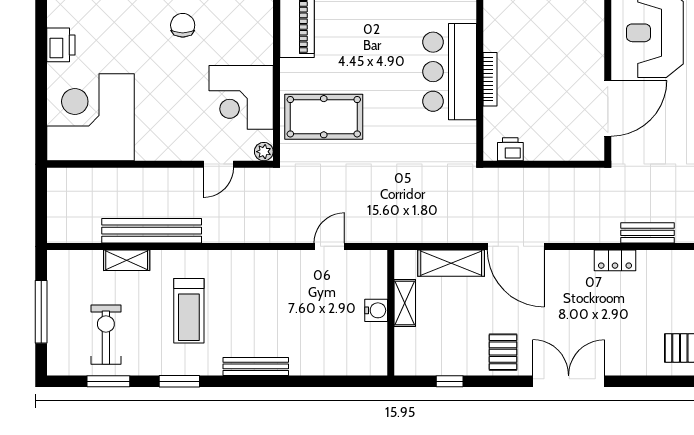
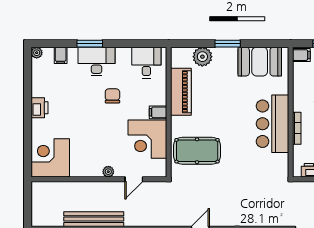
filing cabinet: (259, 53) -> (158, 112), added
corner desk: (91, 117) -> (50, 158), width x0.74, depth x0.74
plant: (264, 152) -> (108, 172), moved

